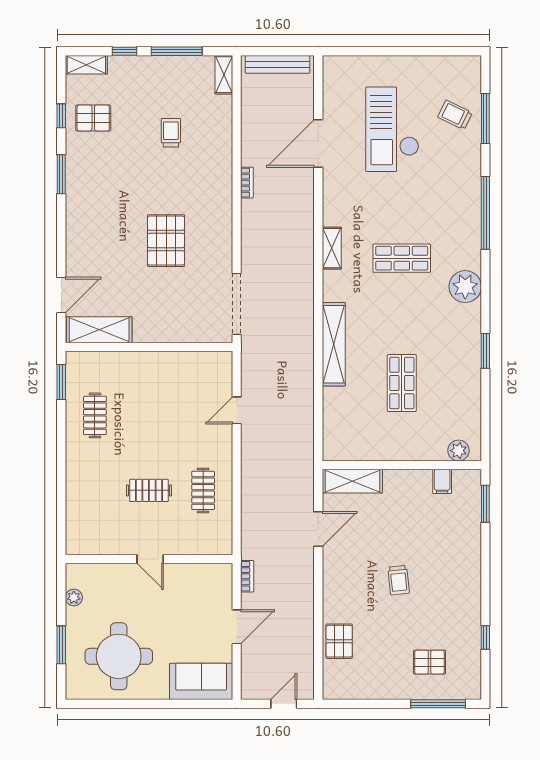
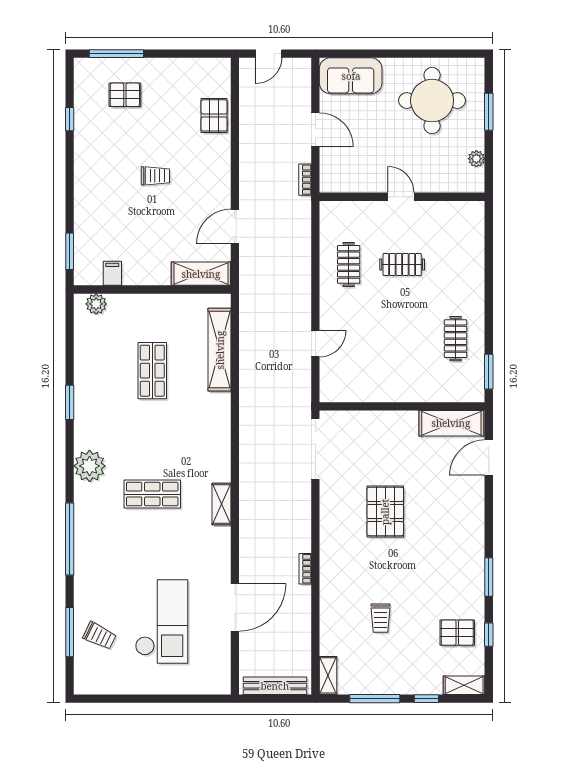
shelving: (334, 344) -> (220, 350), moved
trolley: (399, 580) -> (155, 176), turned 96
door: (237, 627) -> (315, 130), swing flipped

